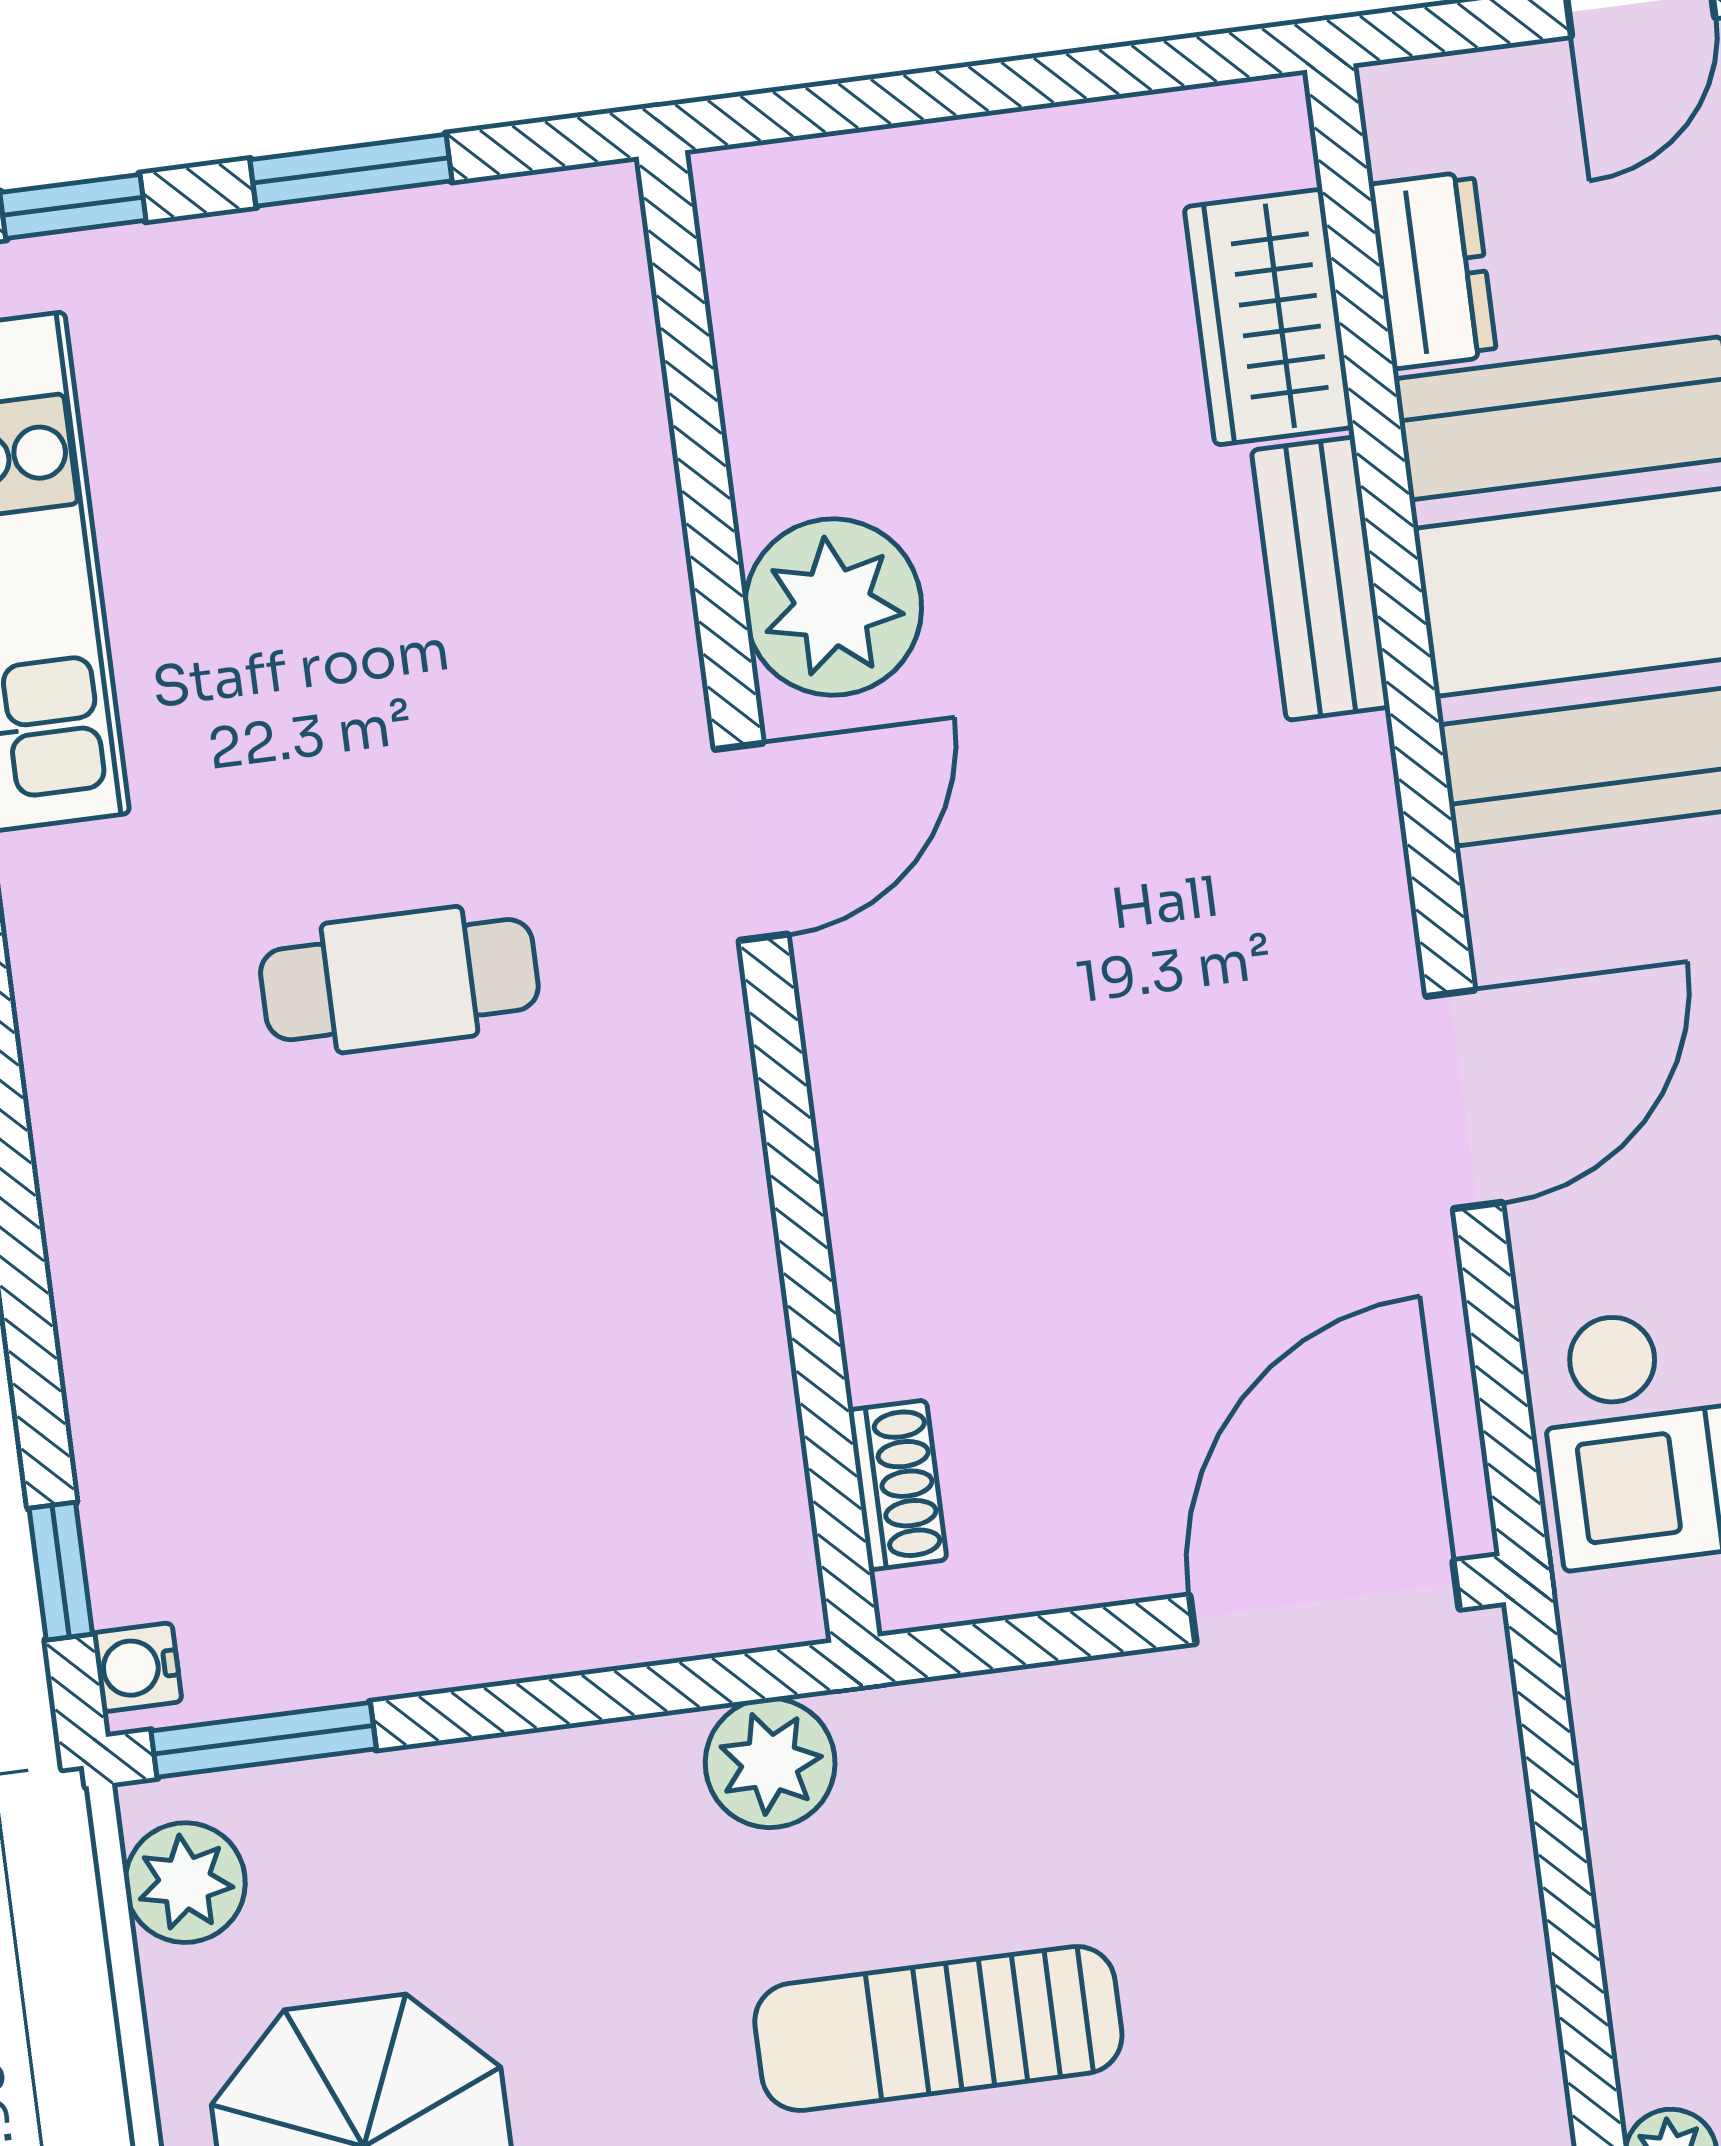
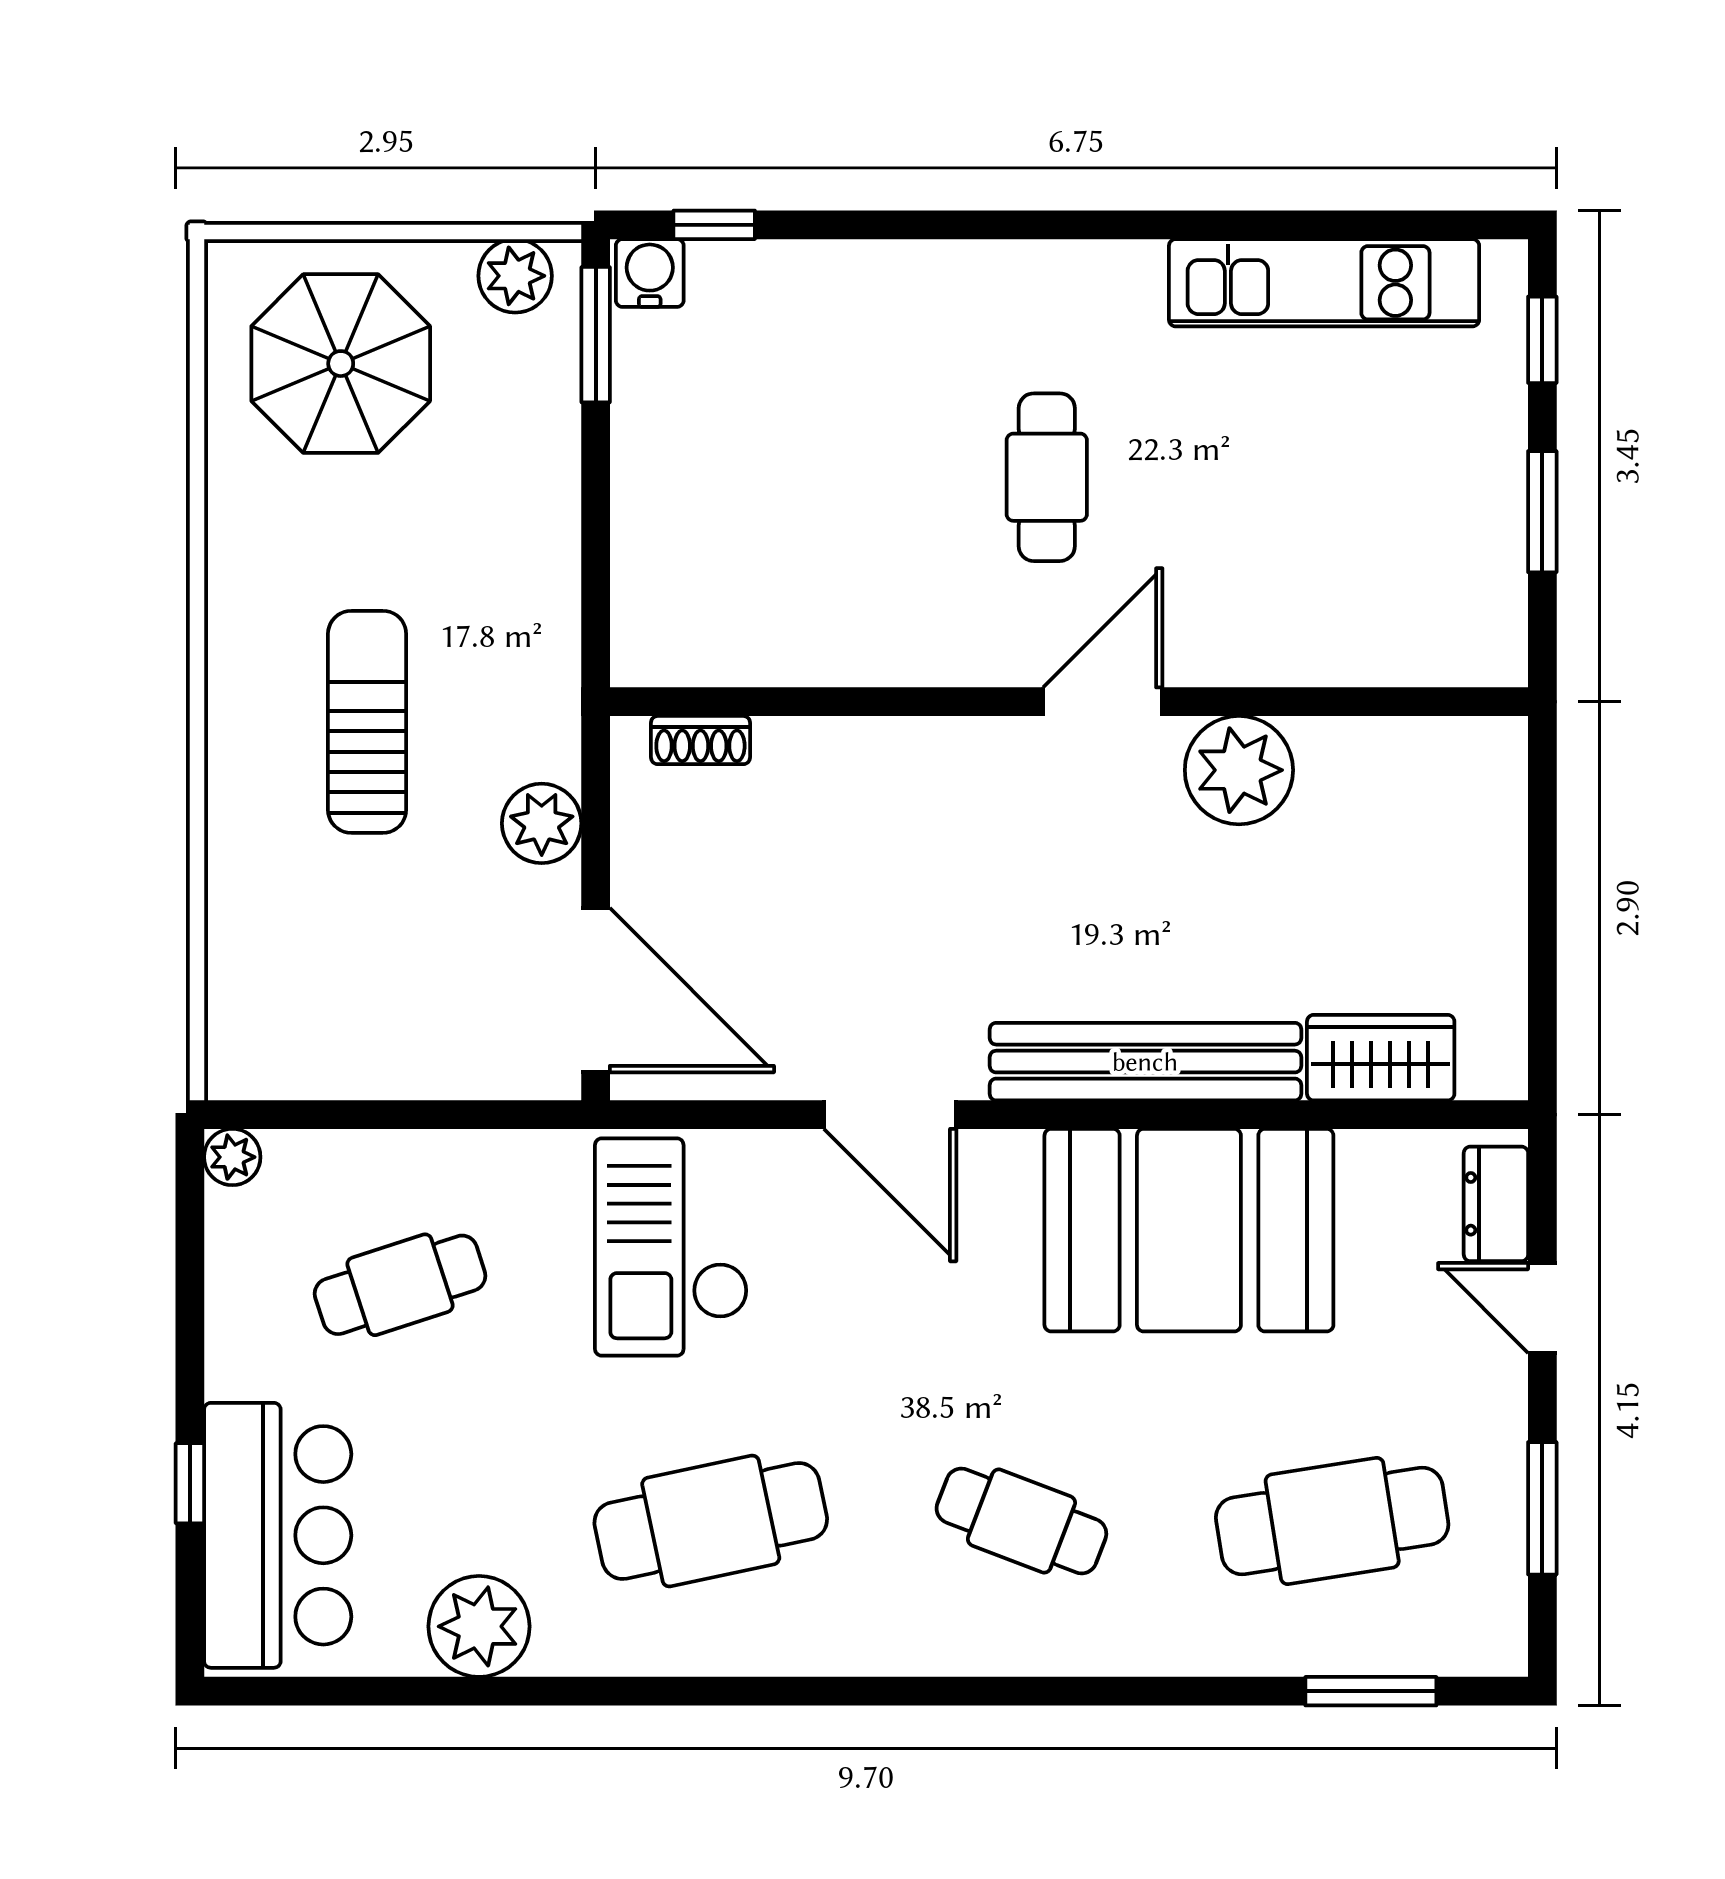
dresser: (1433, 270) -> (1496, 1204), moved, turned 90
bench: (1320, 579) -> (1145, 1062), width x1.86, depth x1.21
door: (751, 842) -> (1103, 702), swing flipped
water cooler: (137, 1667) -> (650, 273), width x1.38, depth x1.38
plant: (770, 1763) -> (542, 823), moved

